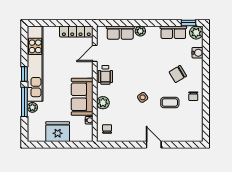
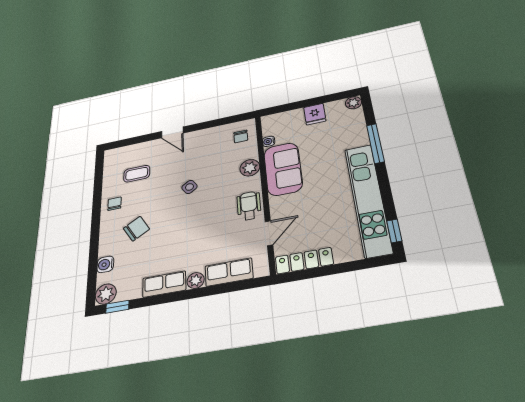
row of seats: (173, 32) -> (164, 284), moved
window: (24, 74) -> (394, 231), moved
coffee table: (170, 103) -> (137, 174), moved
plant: (32, 107) -> (353, 103), moved
fridge: (58, 132) -> (315, 114), width x0.53, depth x0.75

